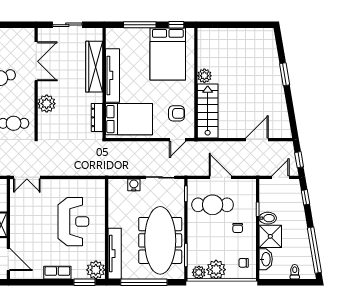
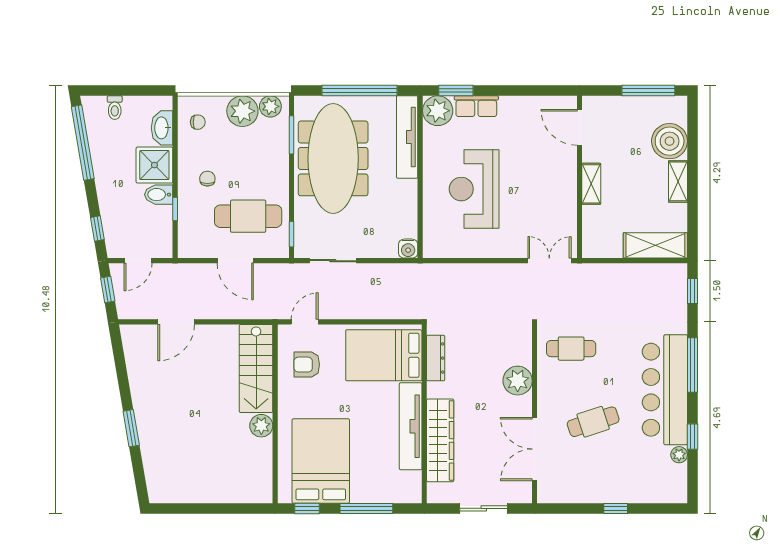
water cooler: (134, 185) -> (408, 249), moved
row of seats: (57, 273) -> (476, 106), moved

